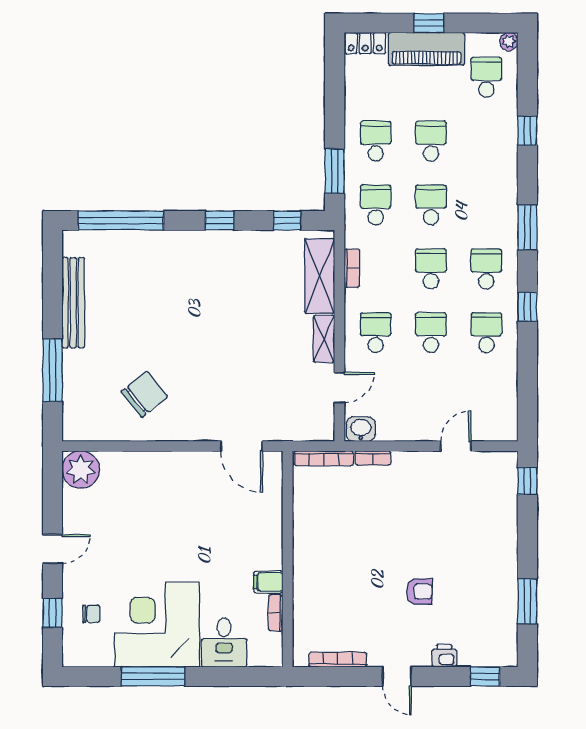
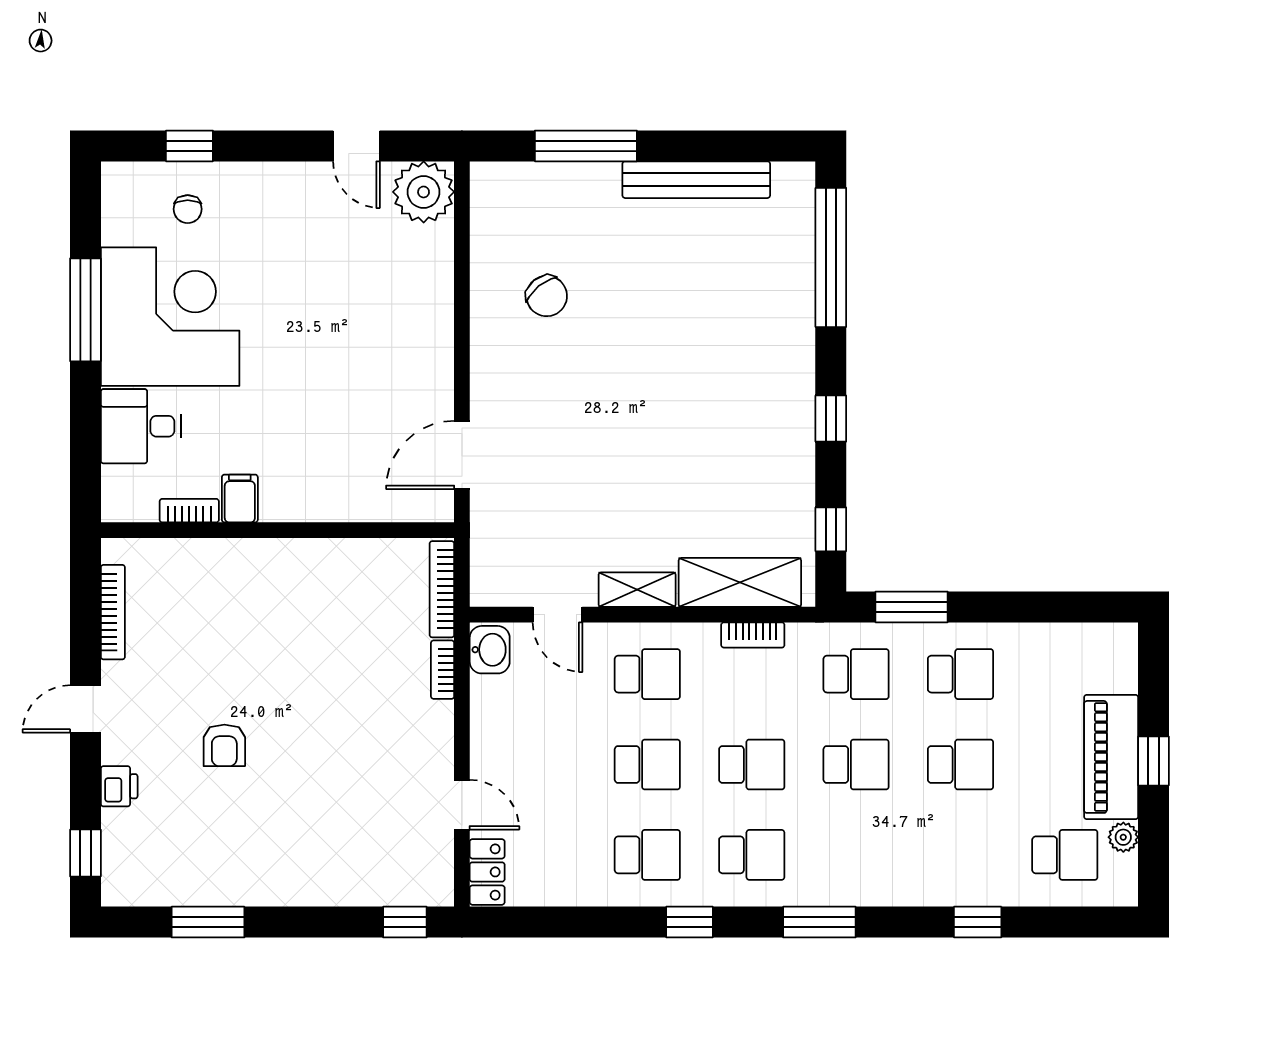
plant: (509, 42) -> (1123, 837), moved
locker: (365, 43) -> (487, 872), moved, turned 180
chair: (144, 394) -> (547, 296), width x0.73, depth x0.73
door: (53, 549) -> (356, 146), moved

